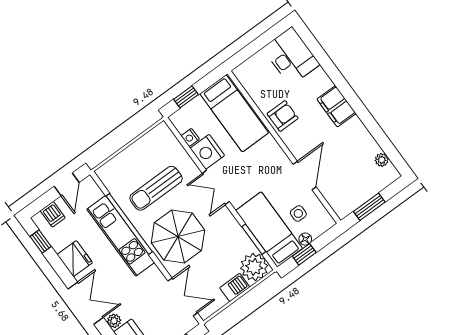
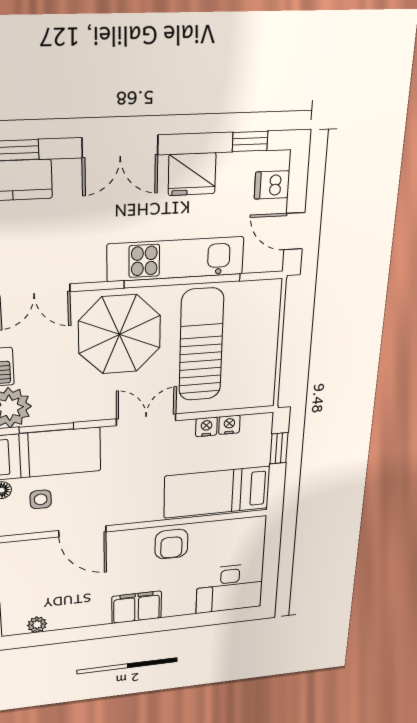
nightstand: (207, 152) -> (206, 427), width x0.53, depth x0.56
sun lounger: (156, 188) -> (201, 345), width x1.36, depth x1.34
plant: (114, 321) -> (66, 171), removed

